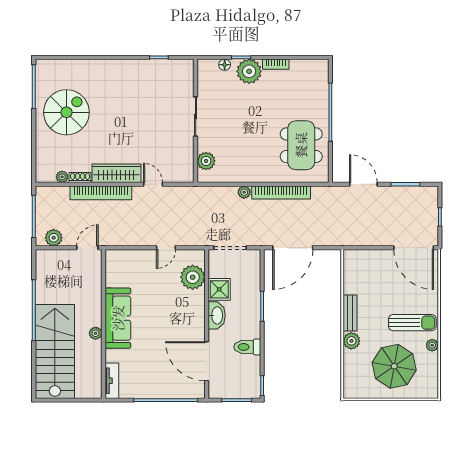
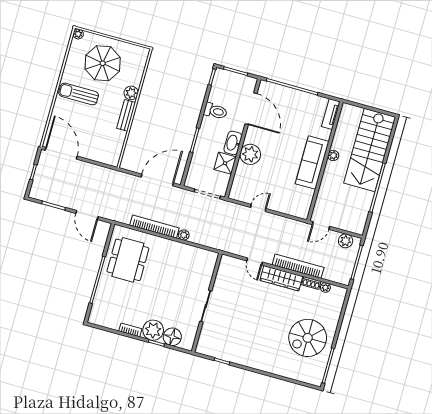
floor lamp: (225, 65) -> (172, 337), width x1.89, depth x1.89
plant: (206, 161) -> (207, 268), removed
plant: (193, 277) -> (250, 154), moved
plant: (432, 345) -> (78, 34), moved

